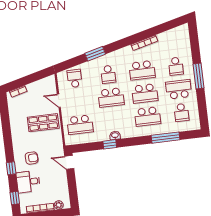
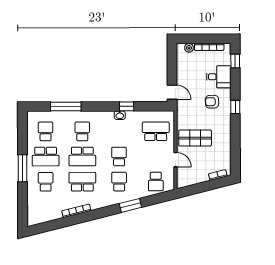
school desk: (145, 93) -> (82, 157), turned 180
school desk: (111, 97) -> (119, 156), width x0.54
school desk: (148, 117) -> (82, 131), width x0.54
window: (11, 168) -> (235, 107), moved

